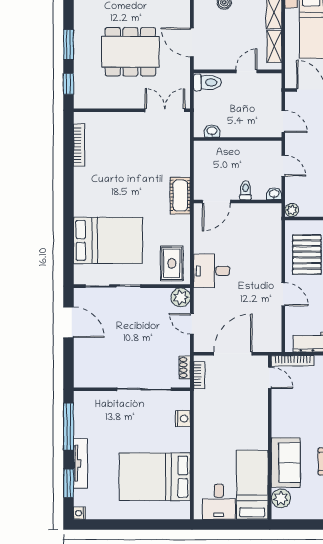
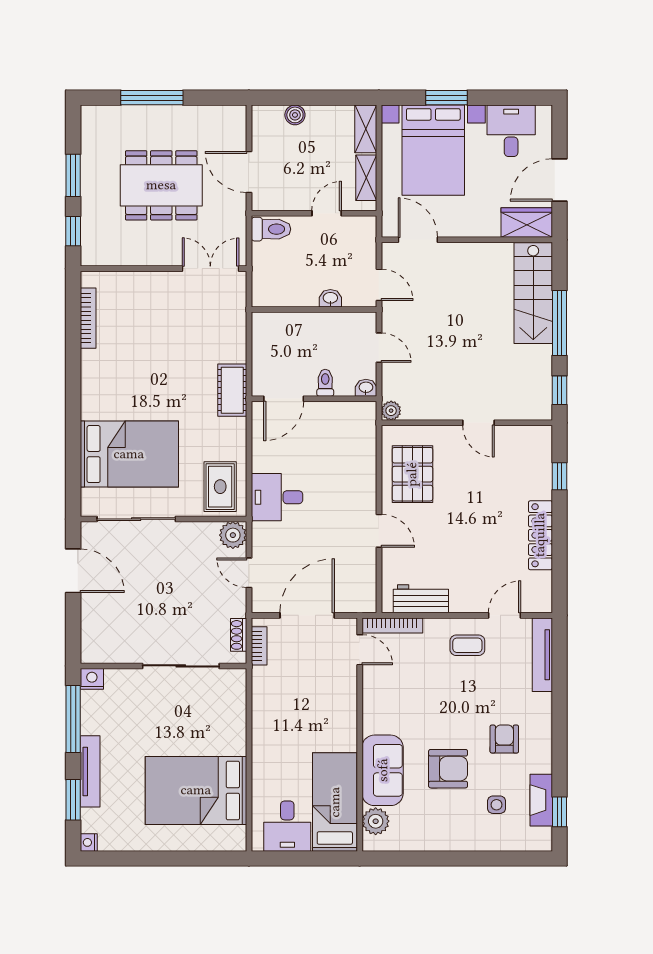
washbasin: (212, 131) -> (330, 298), moved
nightstand: (183, 419) -> (92, 679), moved, turned -90

